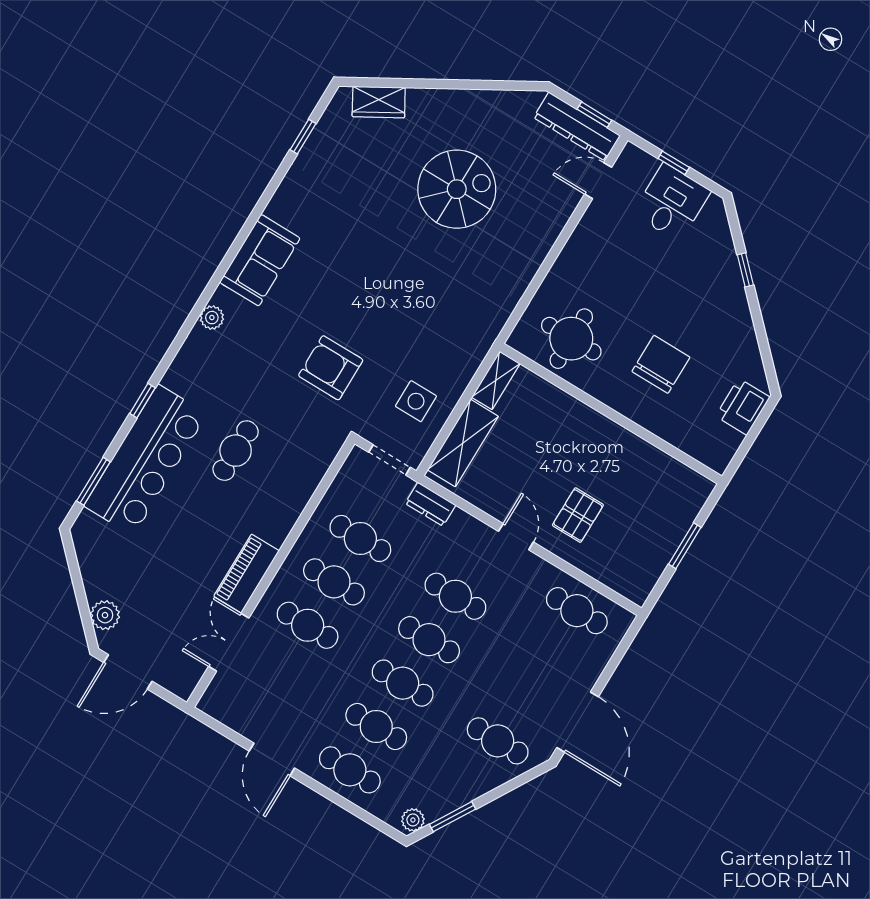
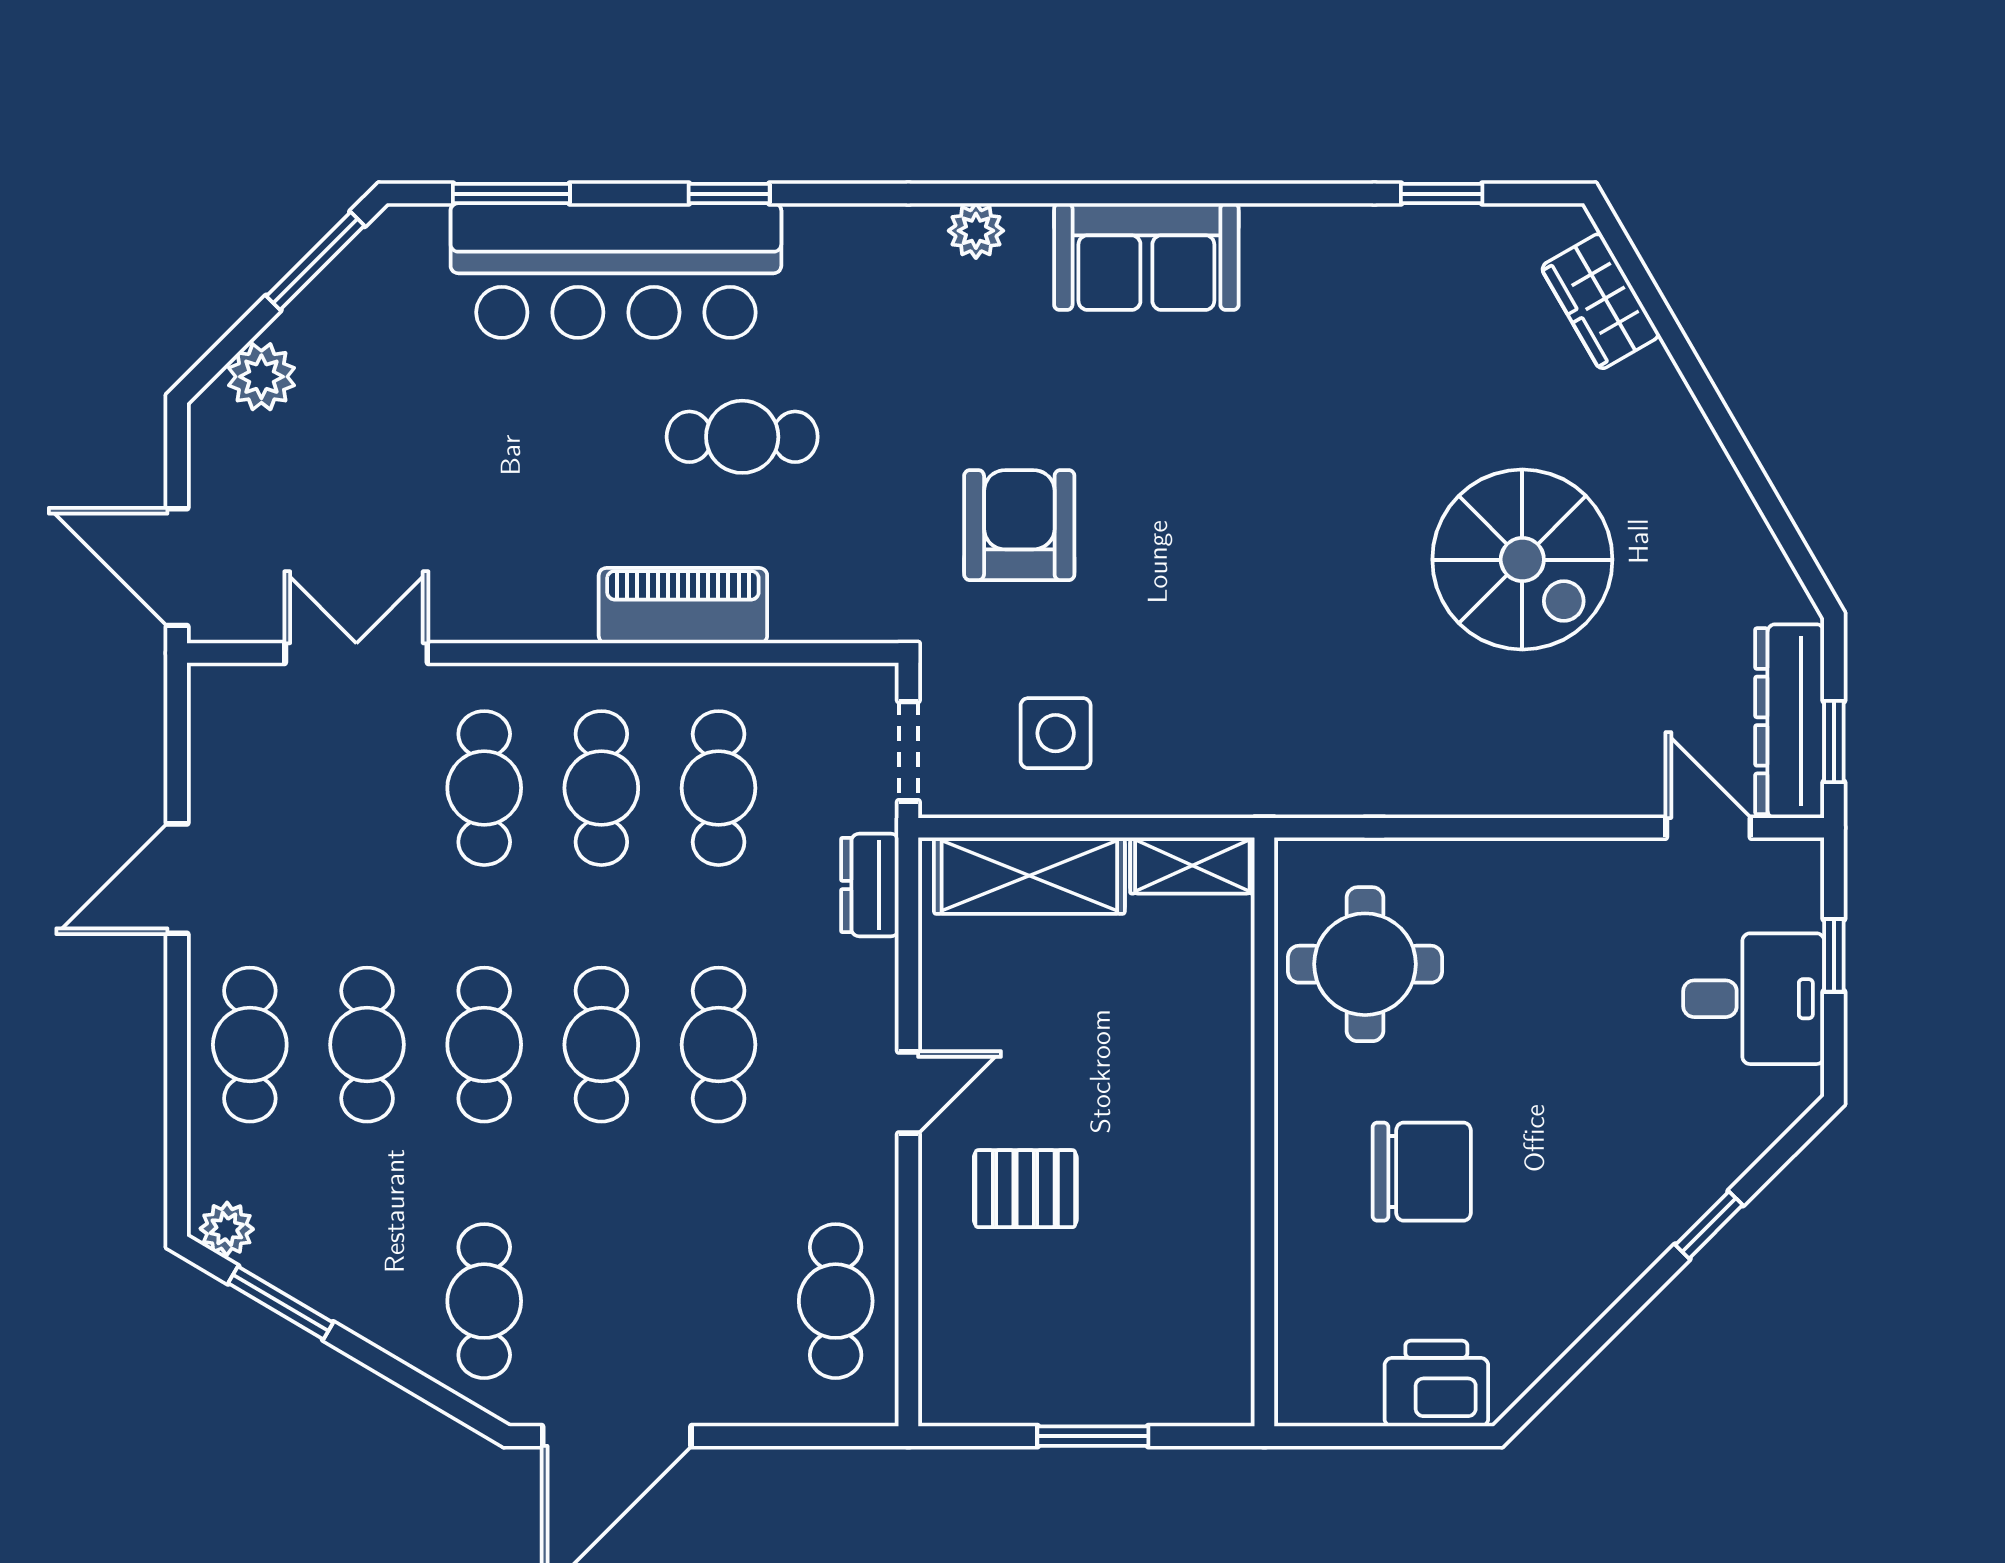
window: (74, 569) -> (315, 261), added
piano: (246, 574) -> (683, 606), moved
door: (128, 672) -> (177, 567), moved

